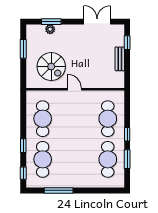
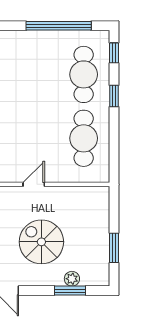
spiral stairs: (51, 67) -> (41, 242), moved
door: (74, 89) -> (34, 184), swing flipped
window: (59, 190) -> (59, 26), width x1.46

